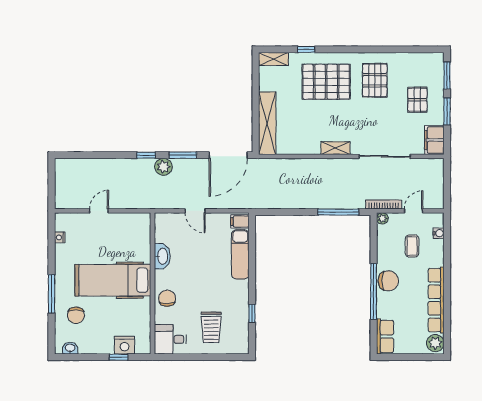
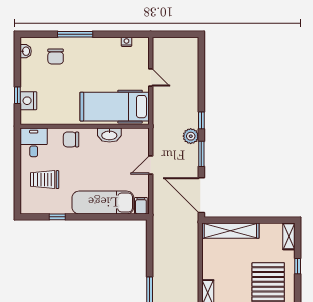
exam couch: (240, 254) -> (103, 202), width x1.36, depth x1.45
hospital bed: (113, 280) -> (115, 107), moved, turned -90
chair: (167, 298) -> (71, 139), turned 180
chair: (76, 315) -> (56, 56), turned -90

